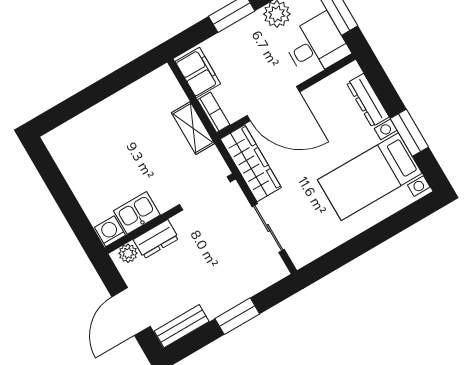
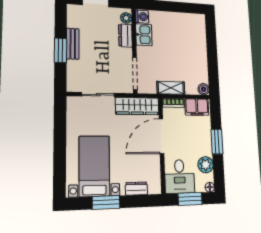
boiler: (164, 76) -> (204, 89), added
dresser: (368, 100) -> (136, 189), width x0.70
bench: (182, 326) -> (73, 44), moved

